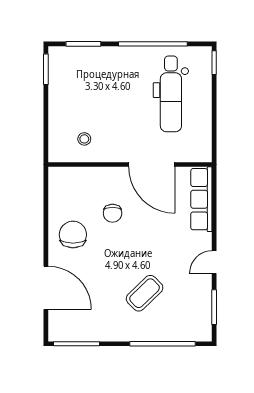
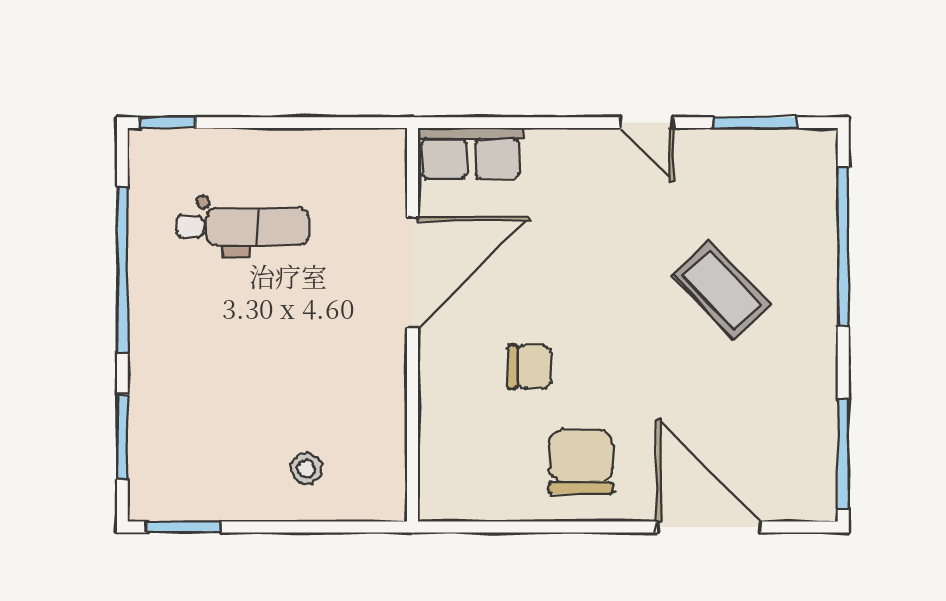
dental chair: (171, 94) -> (243, 227), width x0.73, depth x0.72
stool: (84, 139) -> (306, 469), moved
row of seats: (201, 199) -> (471, 153), width x0.68
chair: (73, 235) -> (581, 462), turned 90
door: (46, 288) -> (709, 527), hinge flipped

